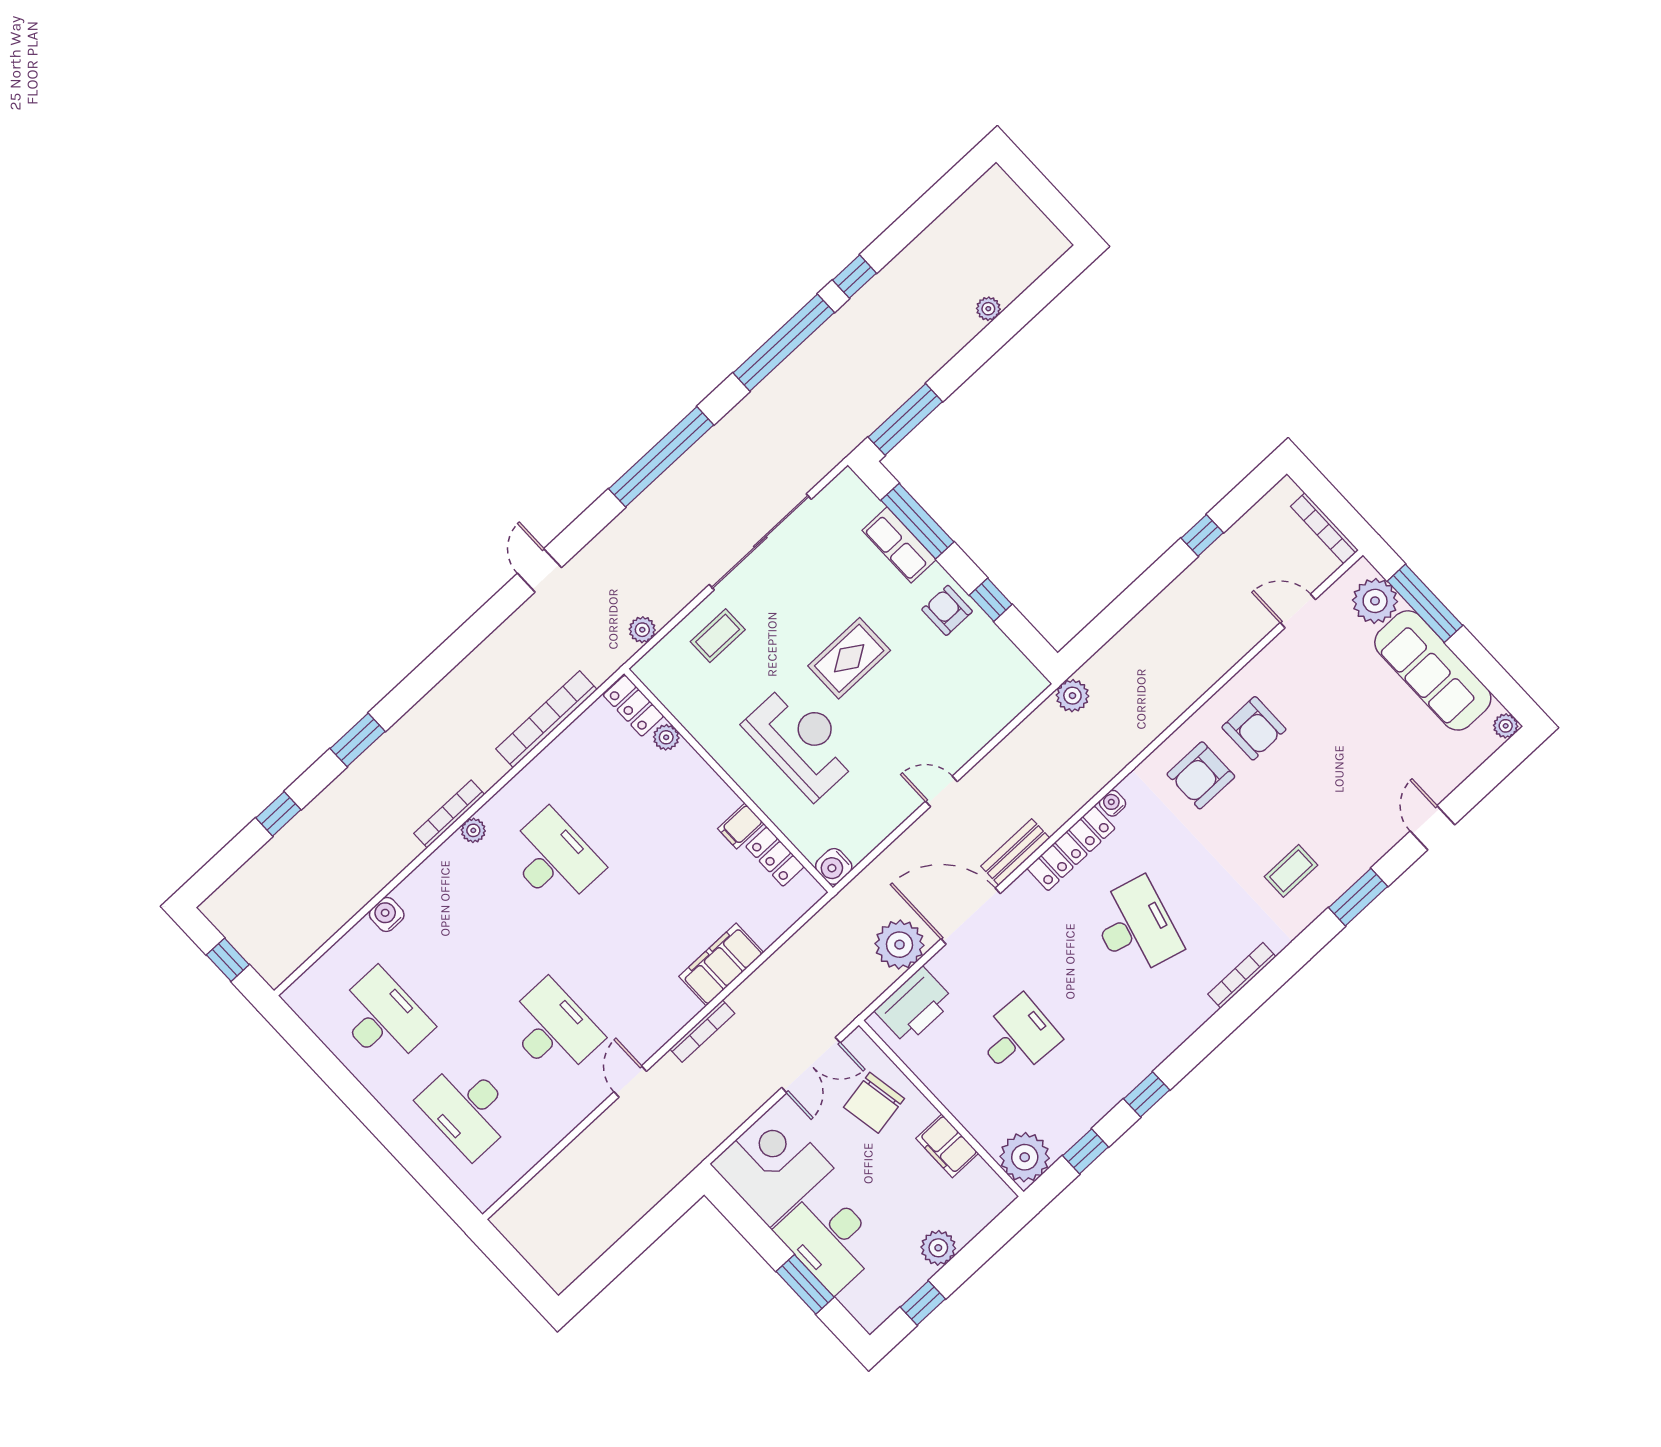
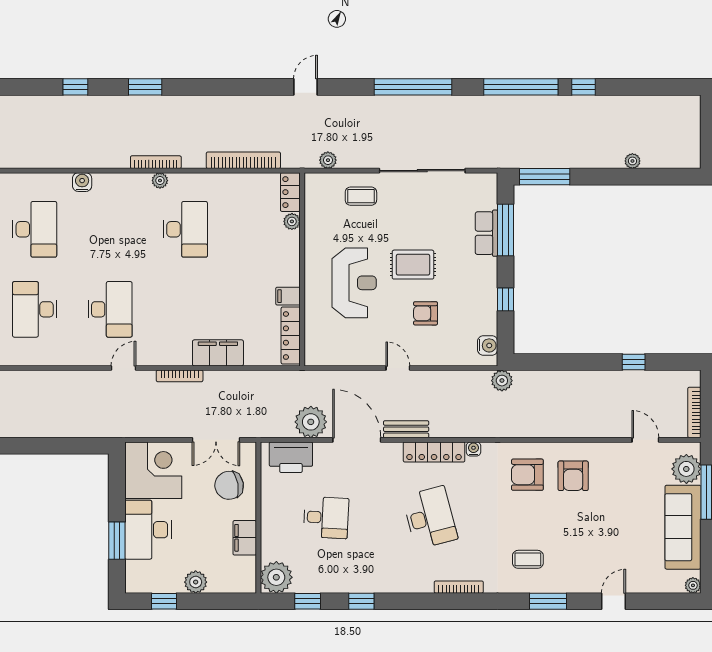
armchair: (947, 610) -> (426, 313), moved, turned -90
locker: (775, 857) -> (291, 336), width x1.53
water cooler: (834, 866) -> (488, 345), moved, turned 180
desk: (1136, 927) -> (430, 518), turned -30

